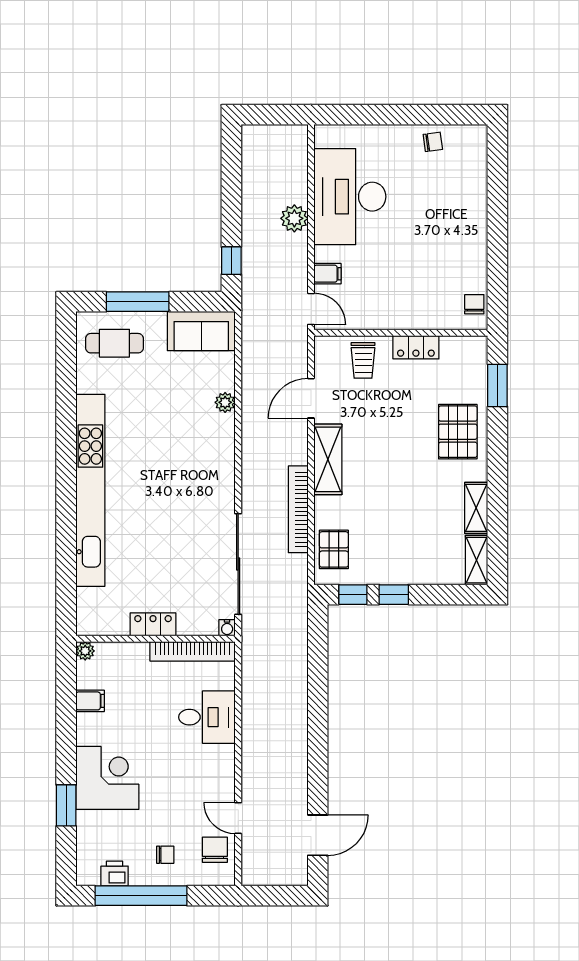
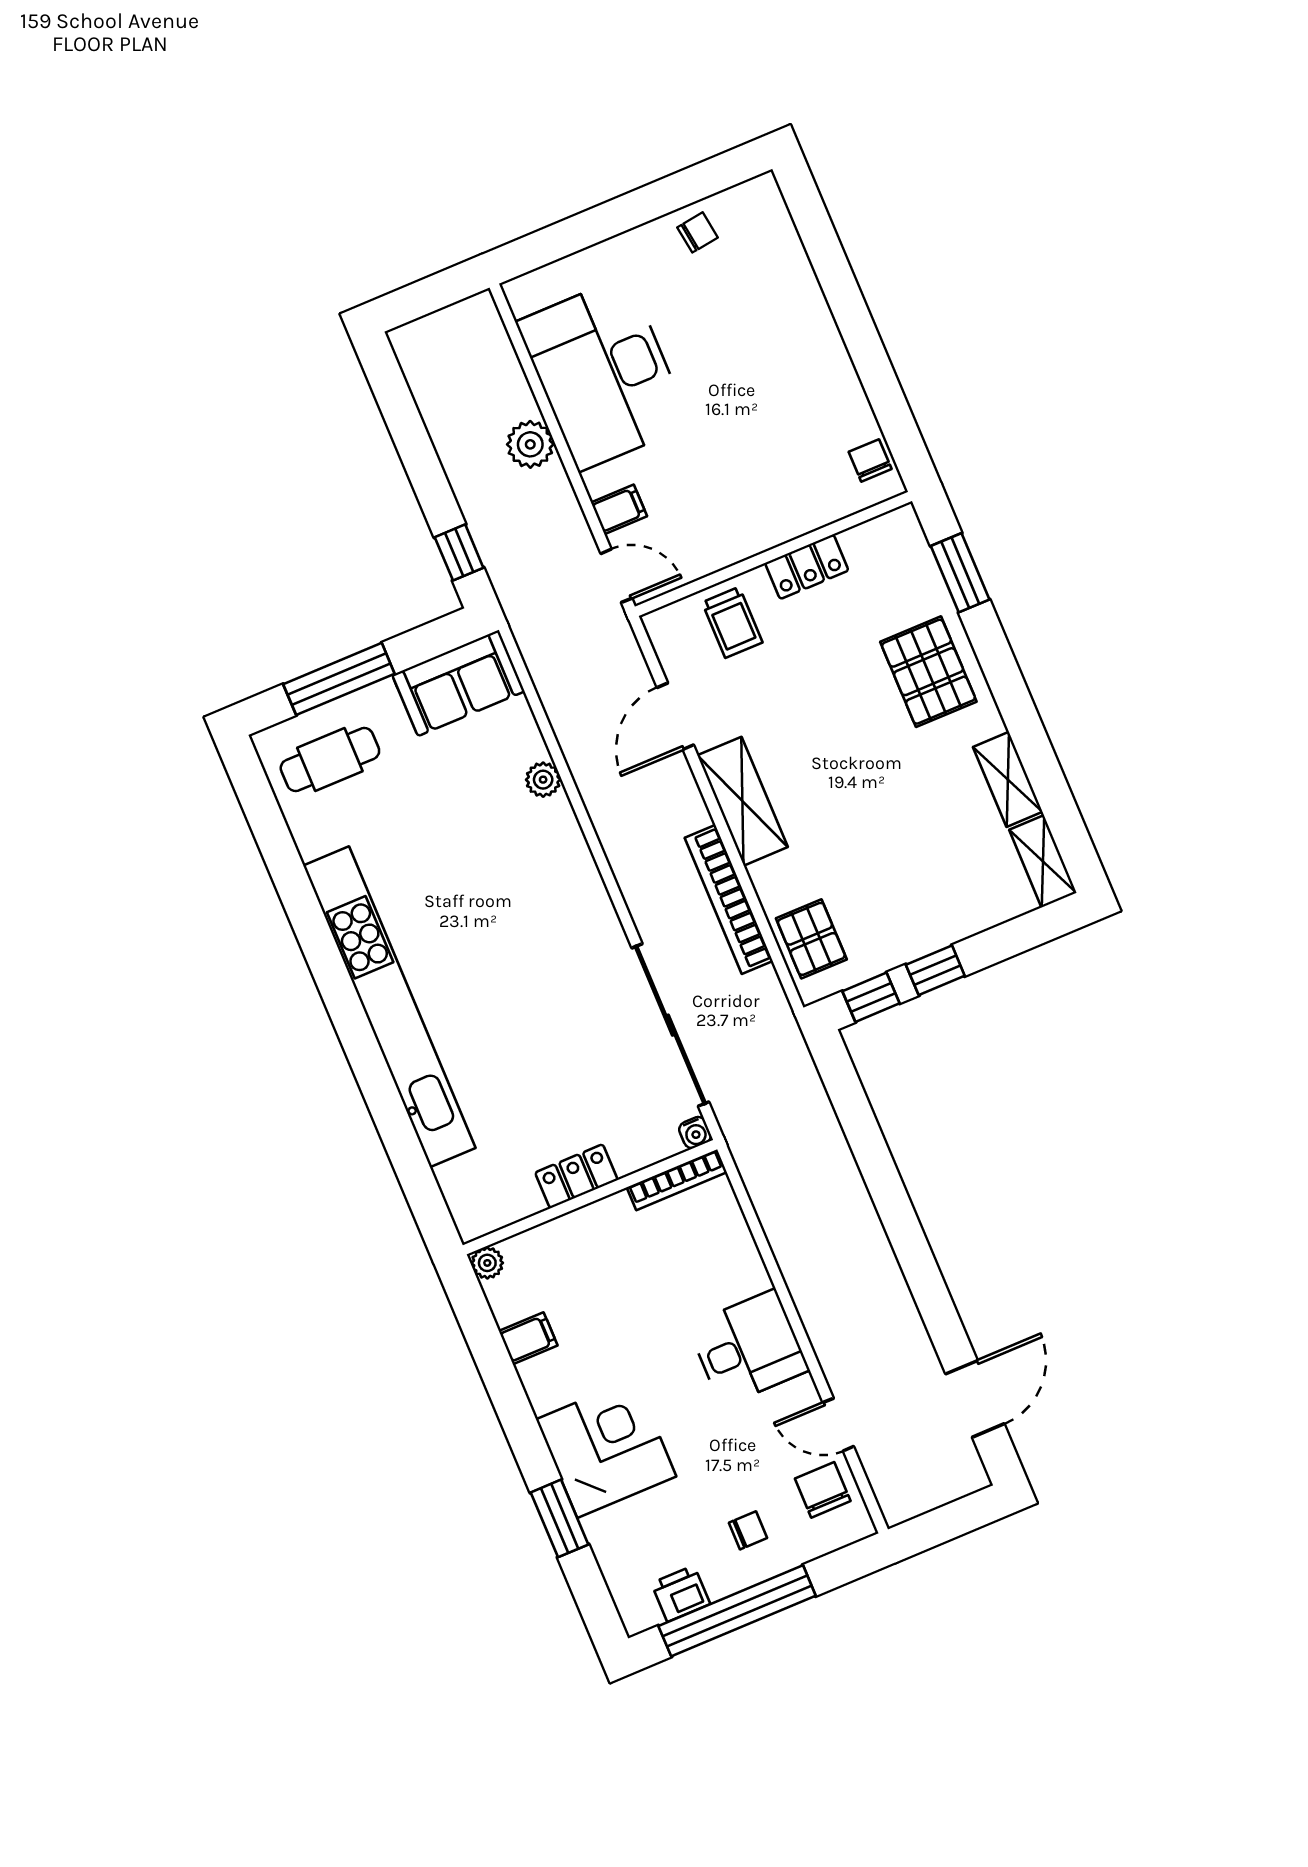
bookcase: (193, 651) -> (677, 1180), width x0.68, depth x0.76
desk: (207, 717) -> (748, 1348), moved

